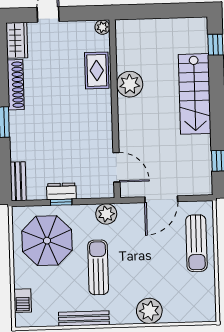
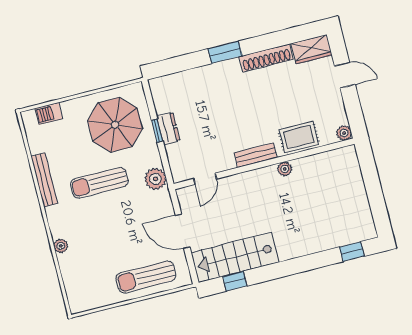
plant: (130, 84) -> (285, 169), width x0.53, depth x0.53
stairs: (195, 94) -> (235, 257), moved
door: (116, 167) -> (205, 179), width x0.73
bench: (18, 181) -> (256, 155), moved
sun lounger: (98, 267) -> (99, 183), turned 180
plant: (149, 311) -> (61, 246), width x0.53, depth x0.53

